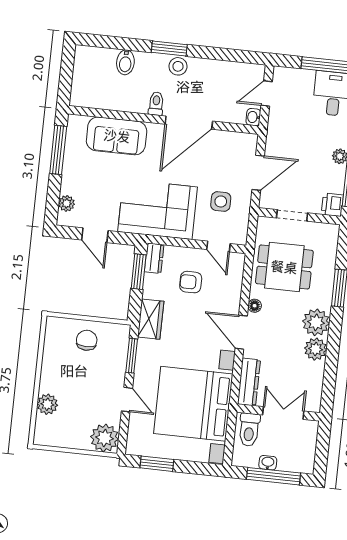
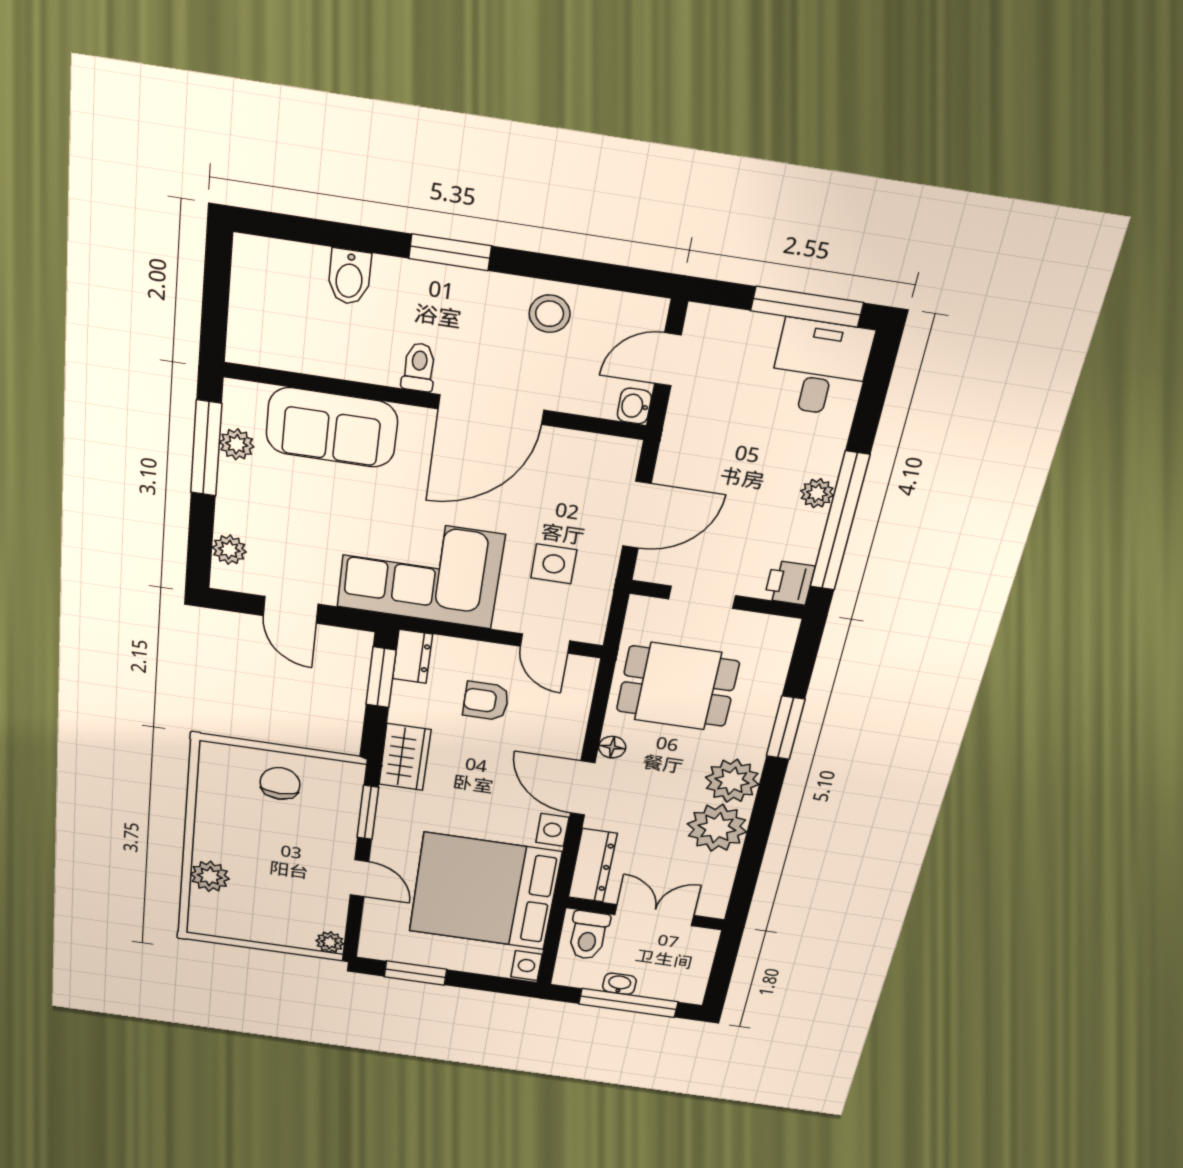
stool: (178, 66) -> (550, 314), moved
plant: (72, 147) -> (237, 444), added
plant: (316, 349) -> (717, 828), width x1.36, depth x1.36
plant: (105, 438) -> (330, 942), width x0.53, depth x0.53

